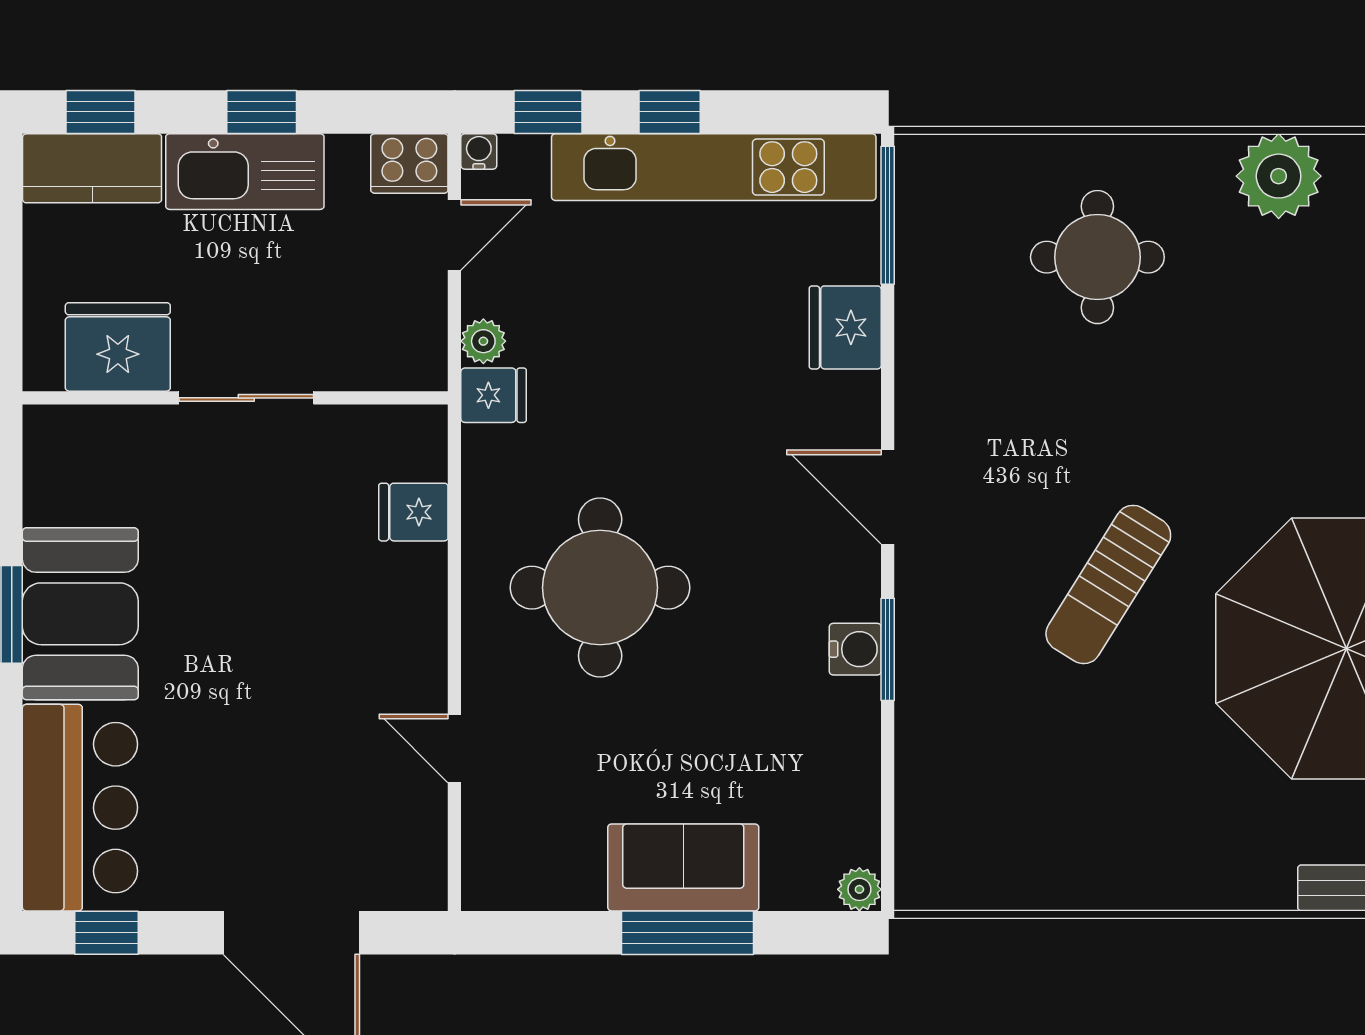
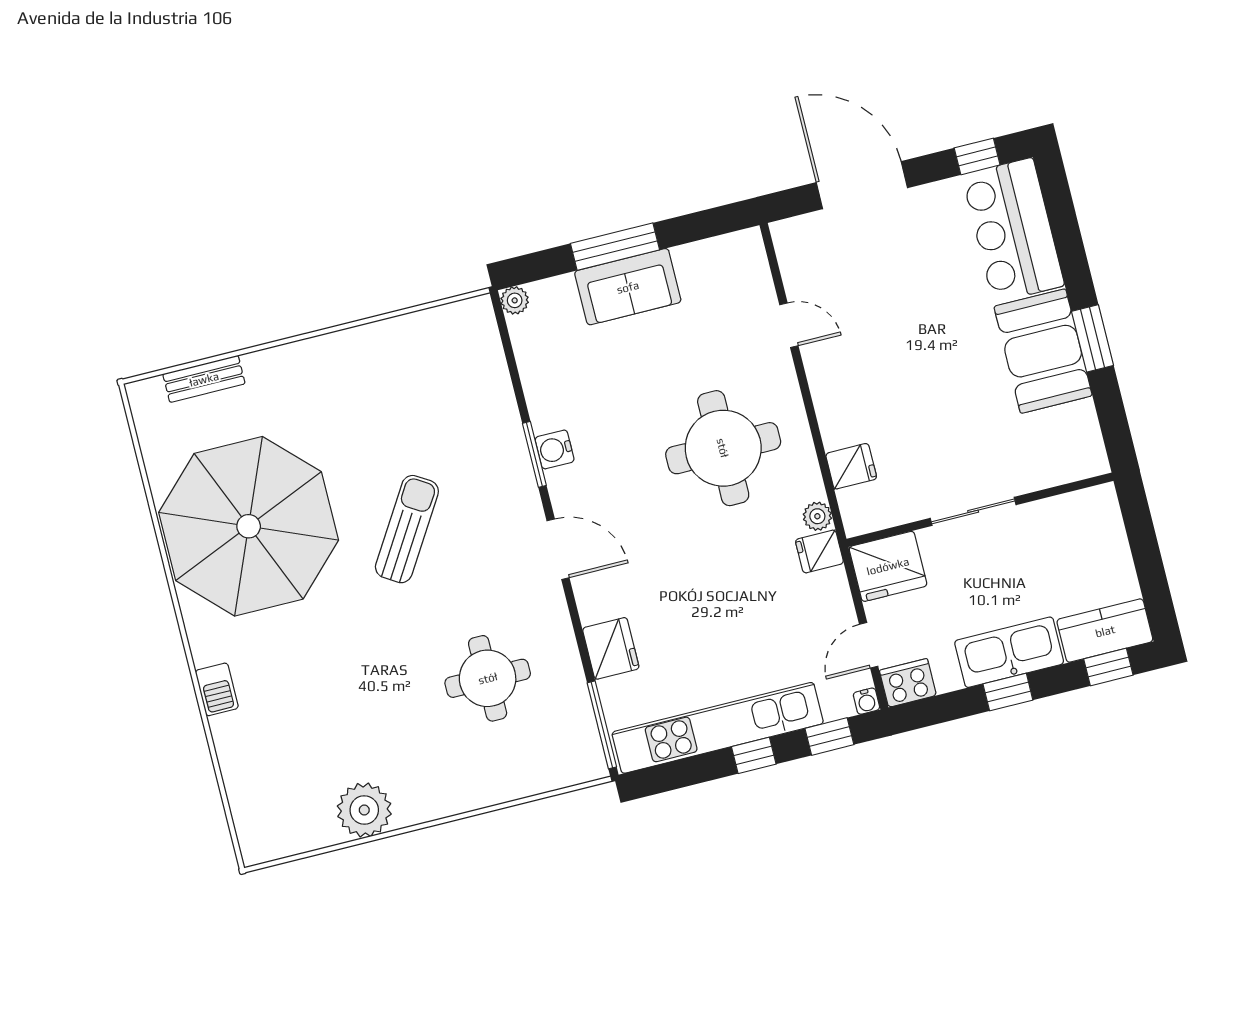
round table: (1097, 257) -> (488, 678), moved
plant: (483, 341) -> (817, 516), moved
fridge: (118, 347) -> (888, 566), moved

